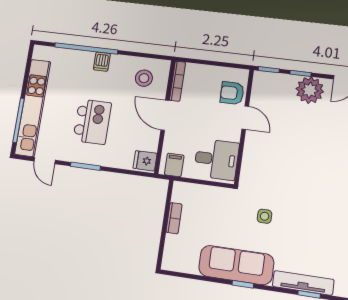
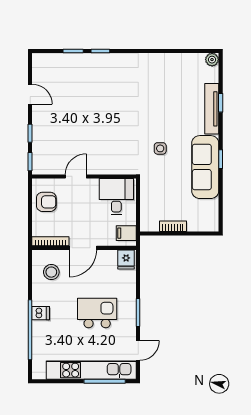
plant: (310, 90) -> (44, 123), removed
armchair: (232, 93) -> (46, 202), moved, turned -90

